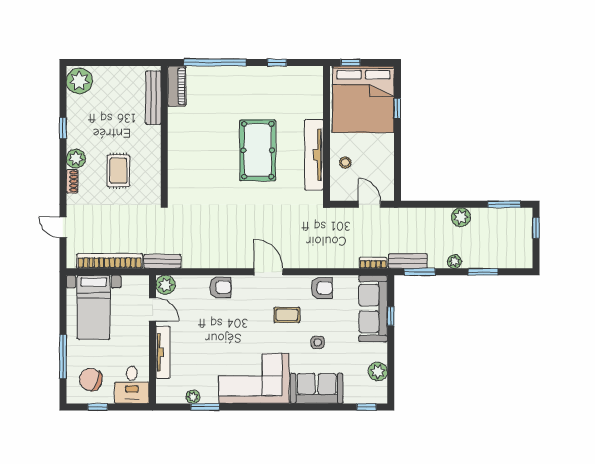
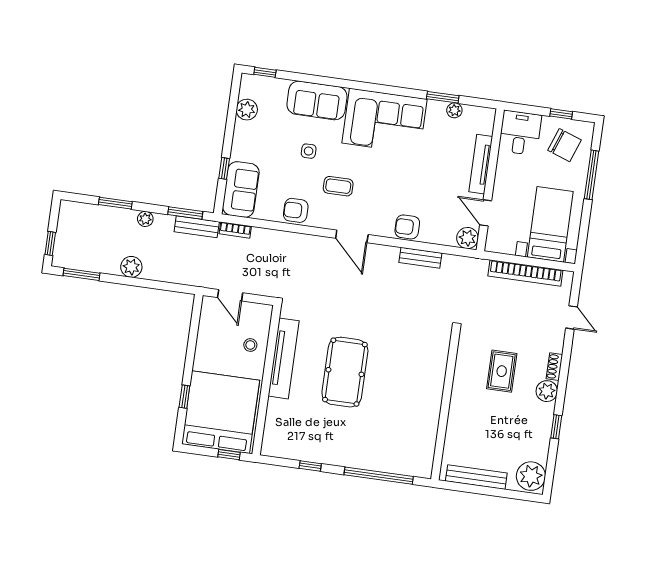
piano: (177, 86) -> (424, 455), removed
bench: (153, 98) -> (476, 477), moved, turned 90
bench: (162, 261) -> (420, 258), moved
sofa: (373, 308) -> (241, 189), width x0.73

